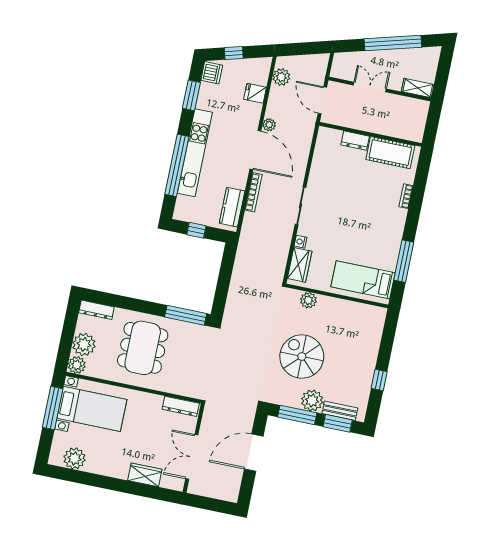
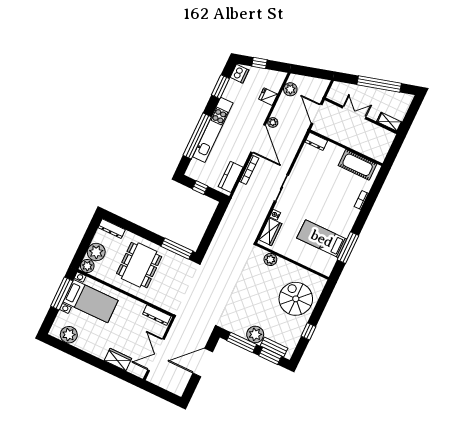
dresser: (355, 141) -> (316, 141), moved
bed: (363, 280) -> (322, 239), moved
spiral stairs: (302, 357) -> (296, 299), moved

